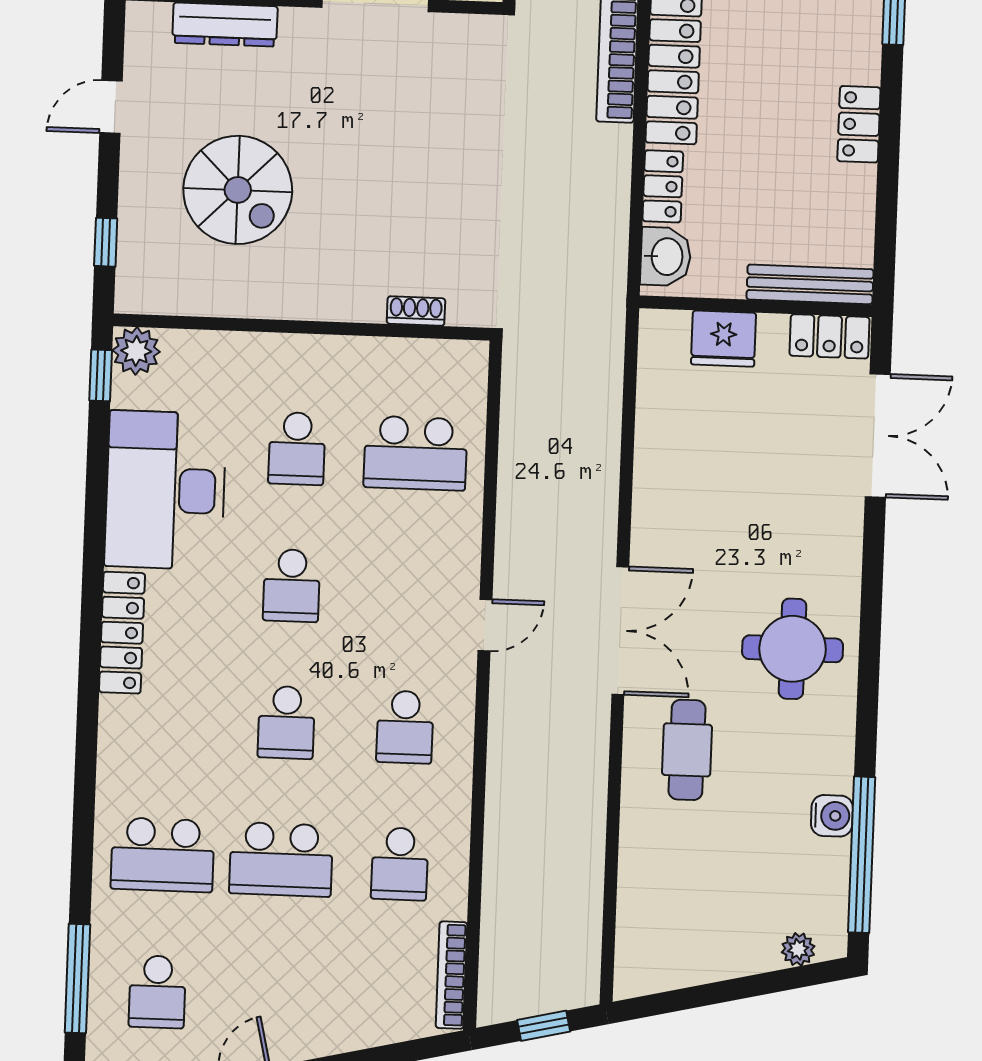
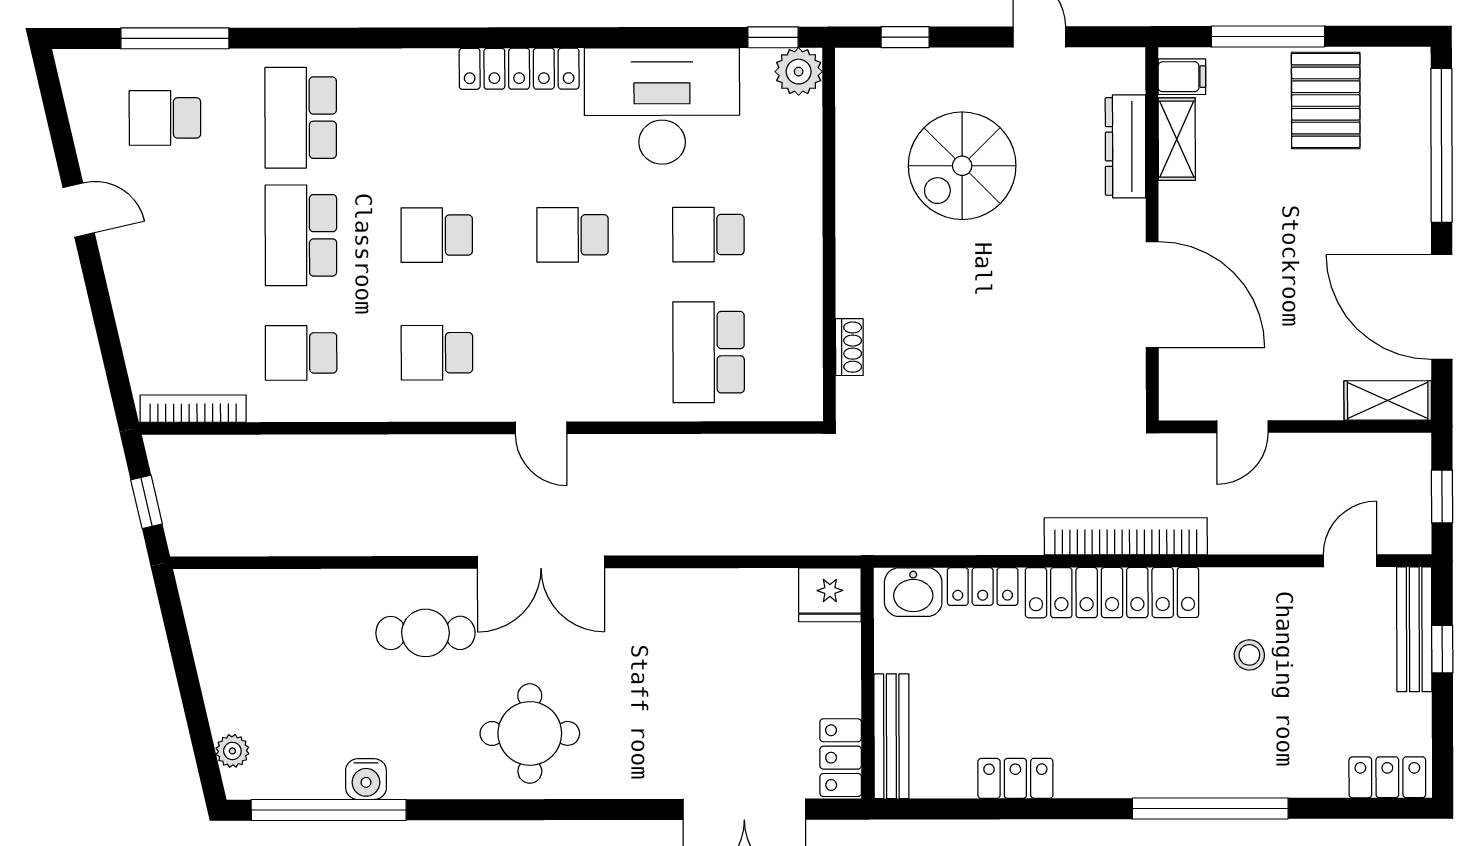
locker: (859, 124) -> (1015, 778), moved
fridge: (724, 339) -> (830, 595), moved, turned -90

